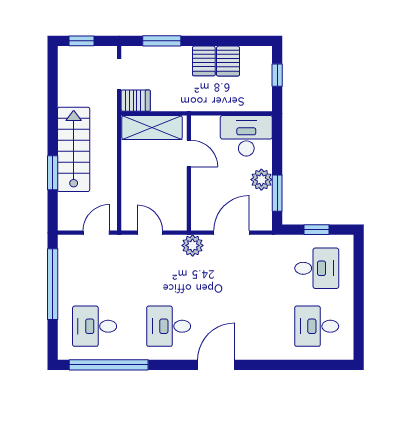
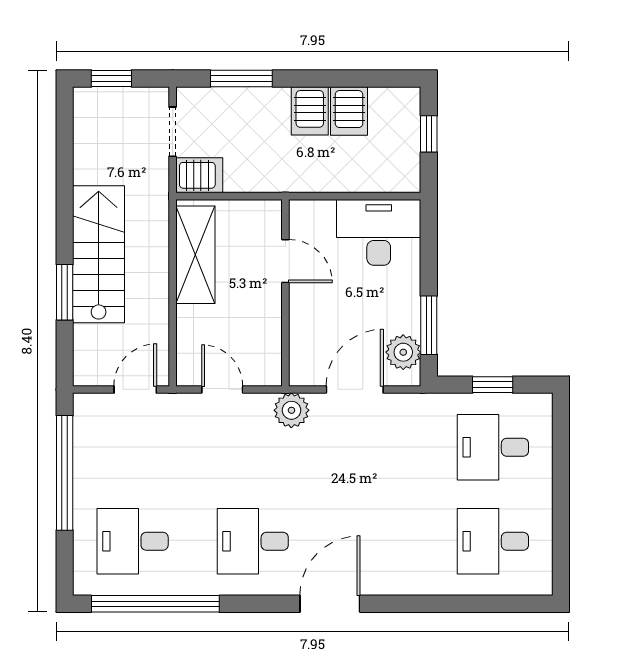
shelving: (152, 128) -> (195, 255), moved, turned 90
plant: (261, 180) -> (403, 352), moved
desk: (317, 268) -> (493, 447), turned 180

